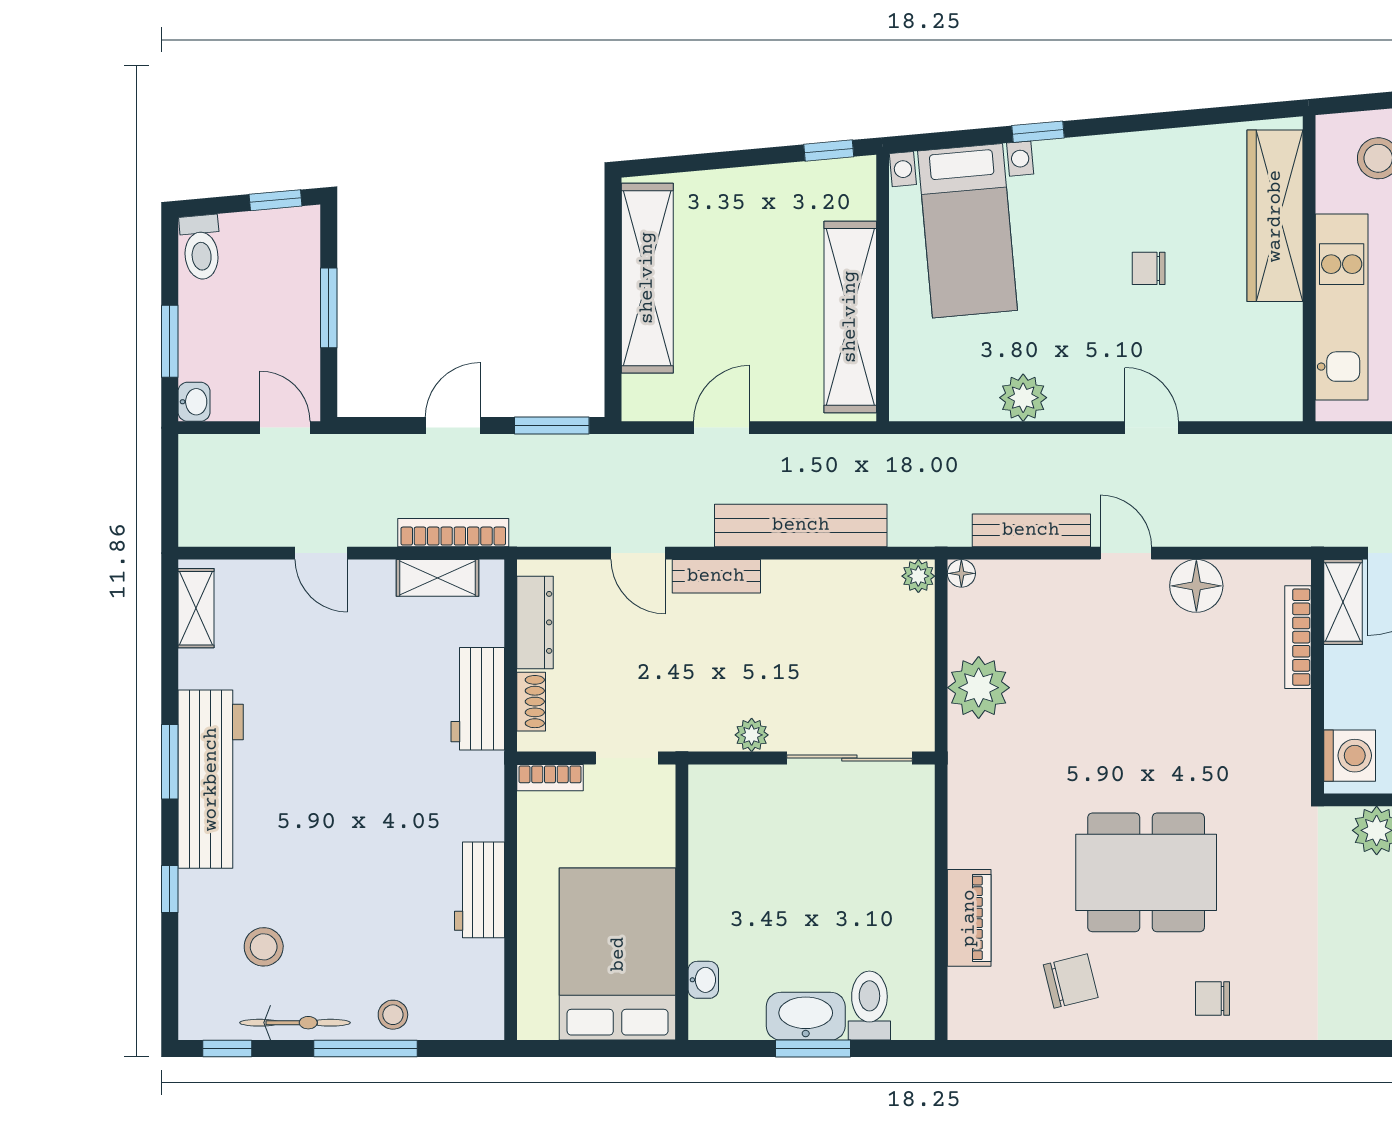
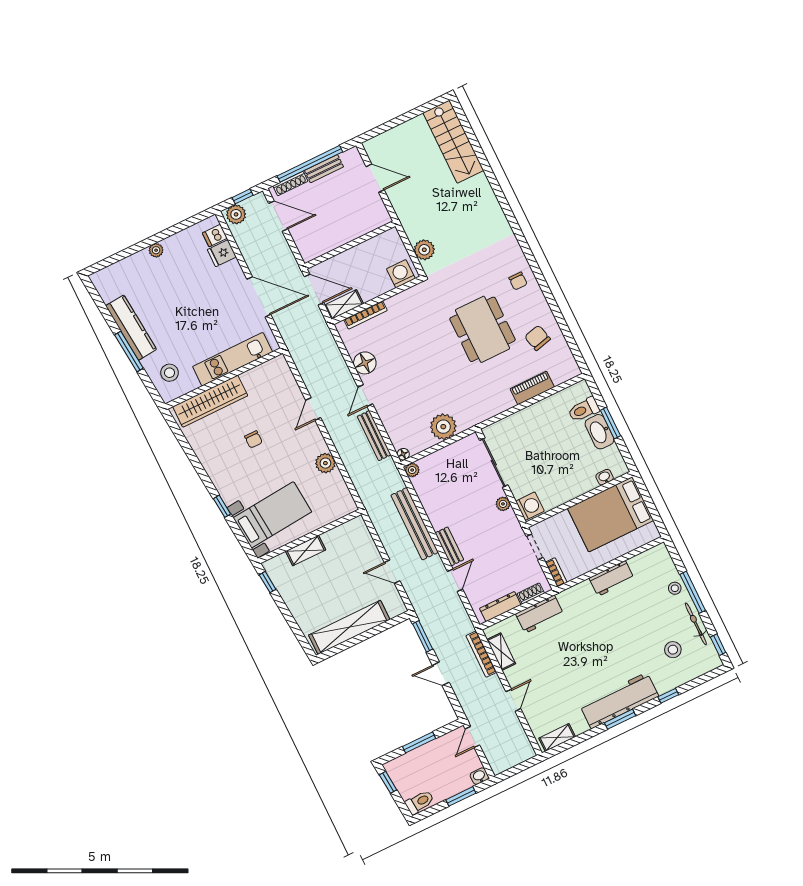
shelving: (850, 317) -> (306, 551), width x0.45, depth x0.75
washing machine: (719, 790) -> (530, 506), added

